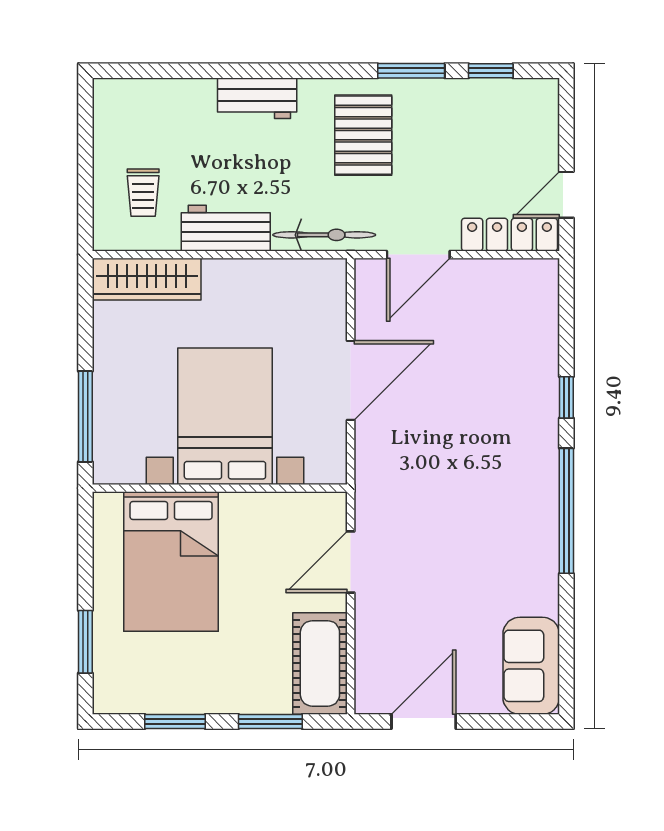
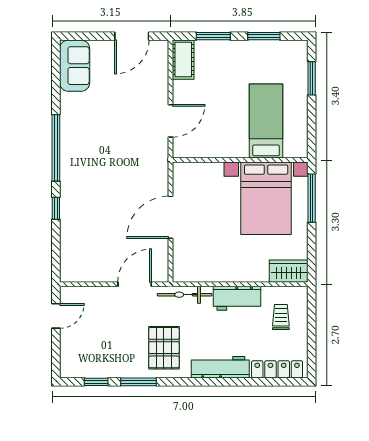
workbench: (257, 98) -> (220, 367), width x1.38
locker: (509, 235) -> (277, 369), moved, turned 180
wardrobe: (147, 279) -> (289, 271), width x0.67
bed with nightstands: (225, 416) -> (266, 198), moved
bed: (171, 561) -> (266, 121), width x0.67
cot: (320, 663) -> (183, 60), width x0.73, depth x0.75

